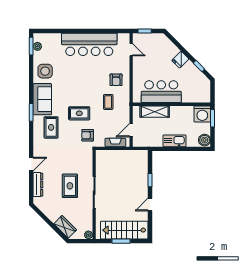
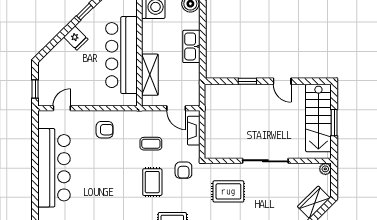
bar counter: (161, 92) -> (121, 55), width x1.36
coffee table: (108, 102) -> (151, 144), moved
rug: (70, 186) -> (228, 191), moved

